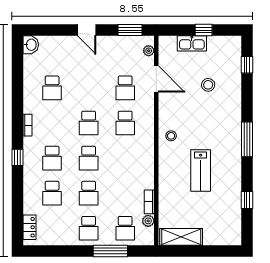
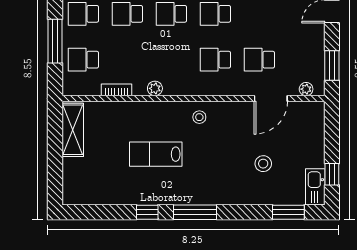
window: (204, 30) -> (332, 174), moved
kitchen sink: (192, 43) -> (315, 187), moved
window: (247, 65) -> (288, 212), width x1.50
window: (247, 200) -> (147, 212), moved
plant: (148, 221) -> (155, 88), moved

